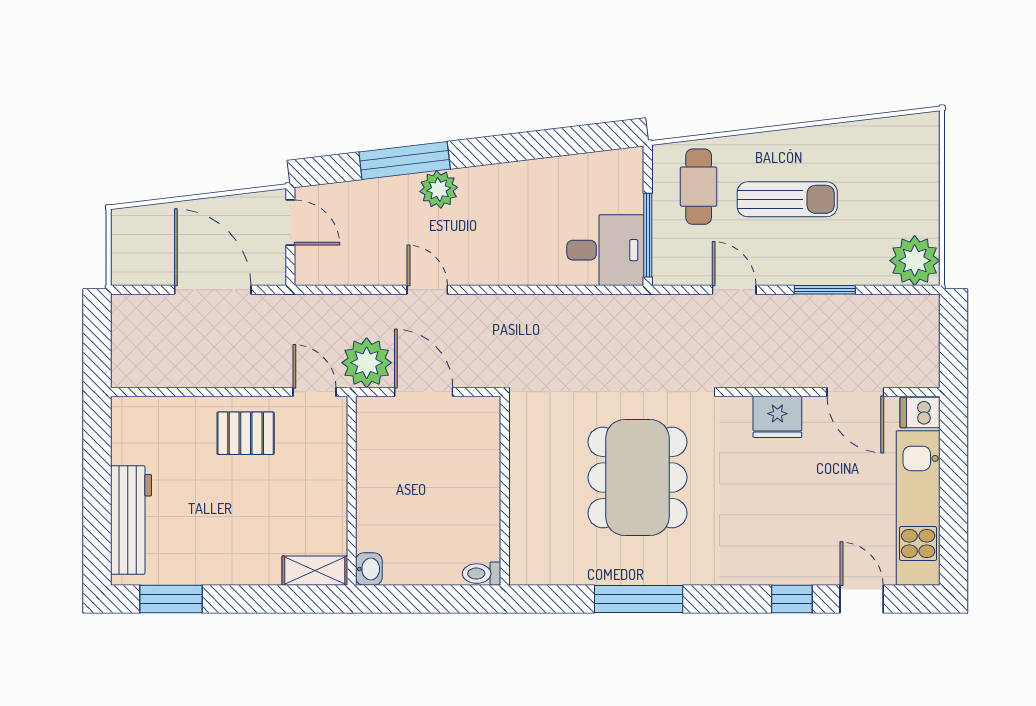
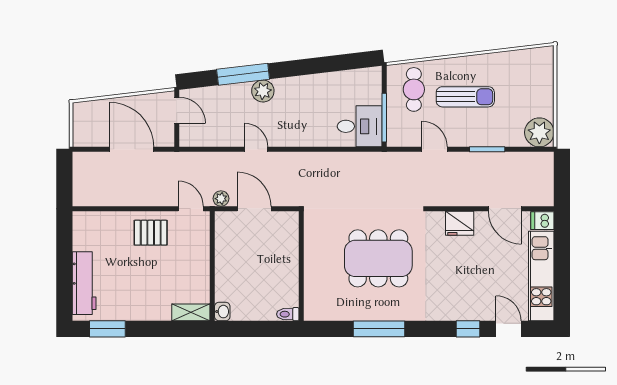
plant: (367, 363) -> (221, 199), width x0.53, depth x0.53
dining table: (637, 477) -> (378, 258), turned 90

